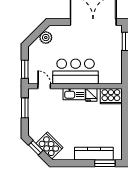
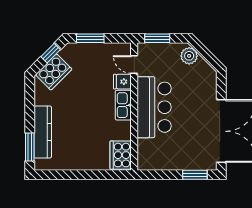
plant: (46, 38) -> (189, 56), moved
door: (44, 86) -> (134, 65), swing flipped
fridge: (91, 95) -> (122, 82), moved
window: (25, 108) -> (90, 38), moved

